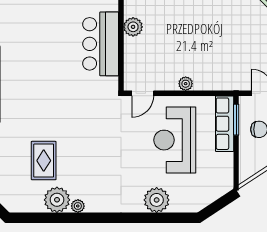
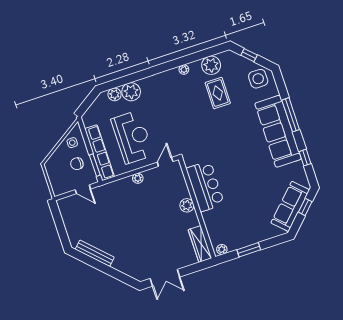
row of seats: (225, 124) -> (99, 153), width x1.36
side table: (256, 159) -> (72, 143), added
plant: (57, 200) -> (211, 65), moved
plant: (179, 204) -> (115, 94), added

